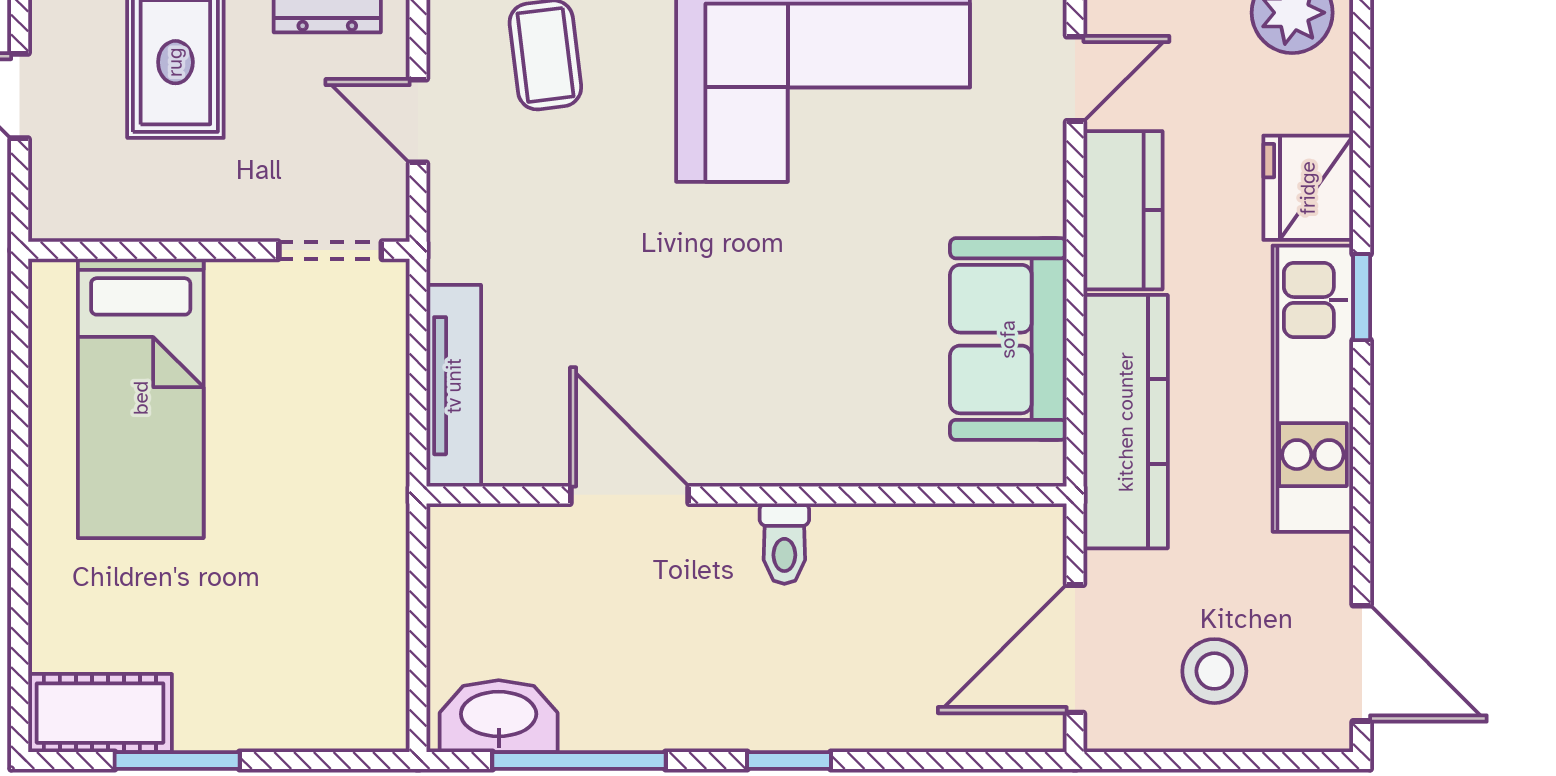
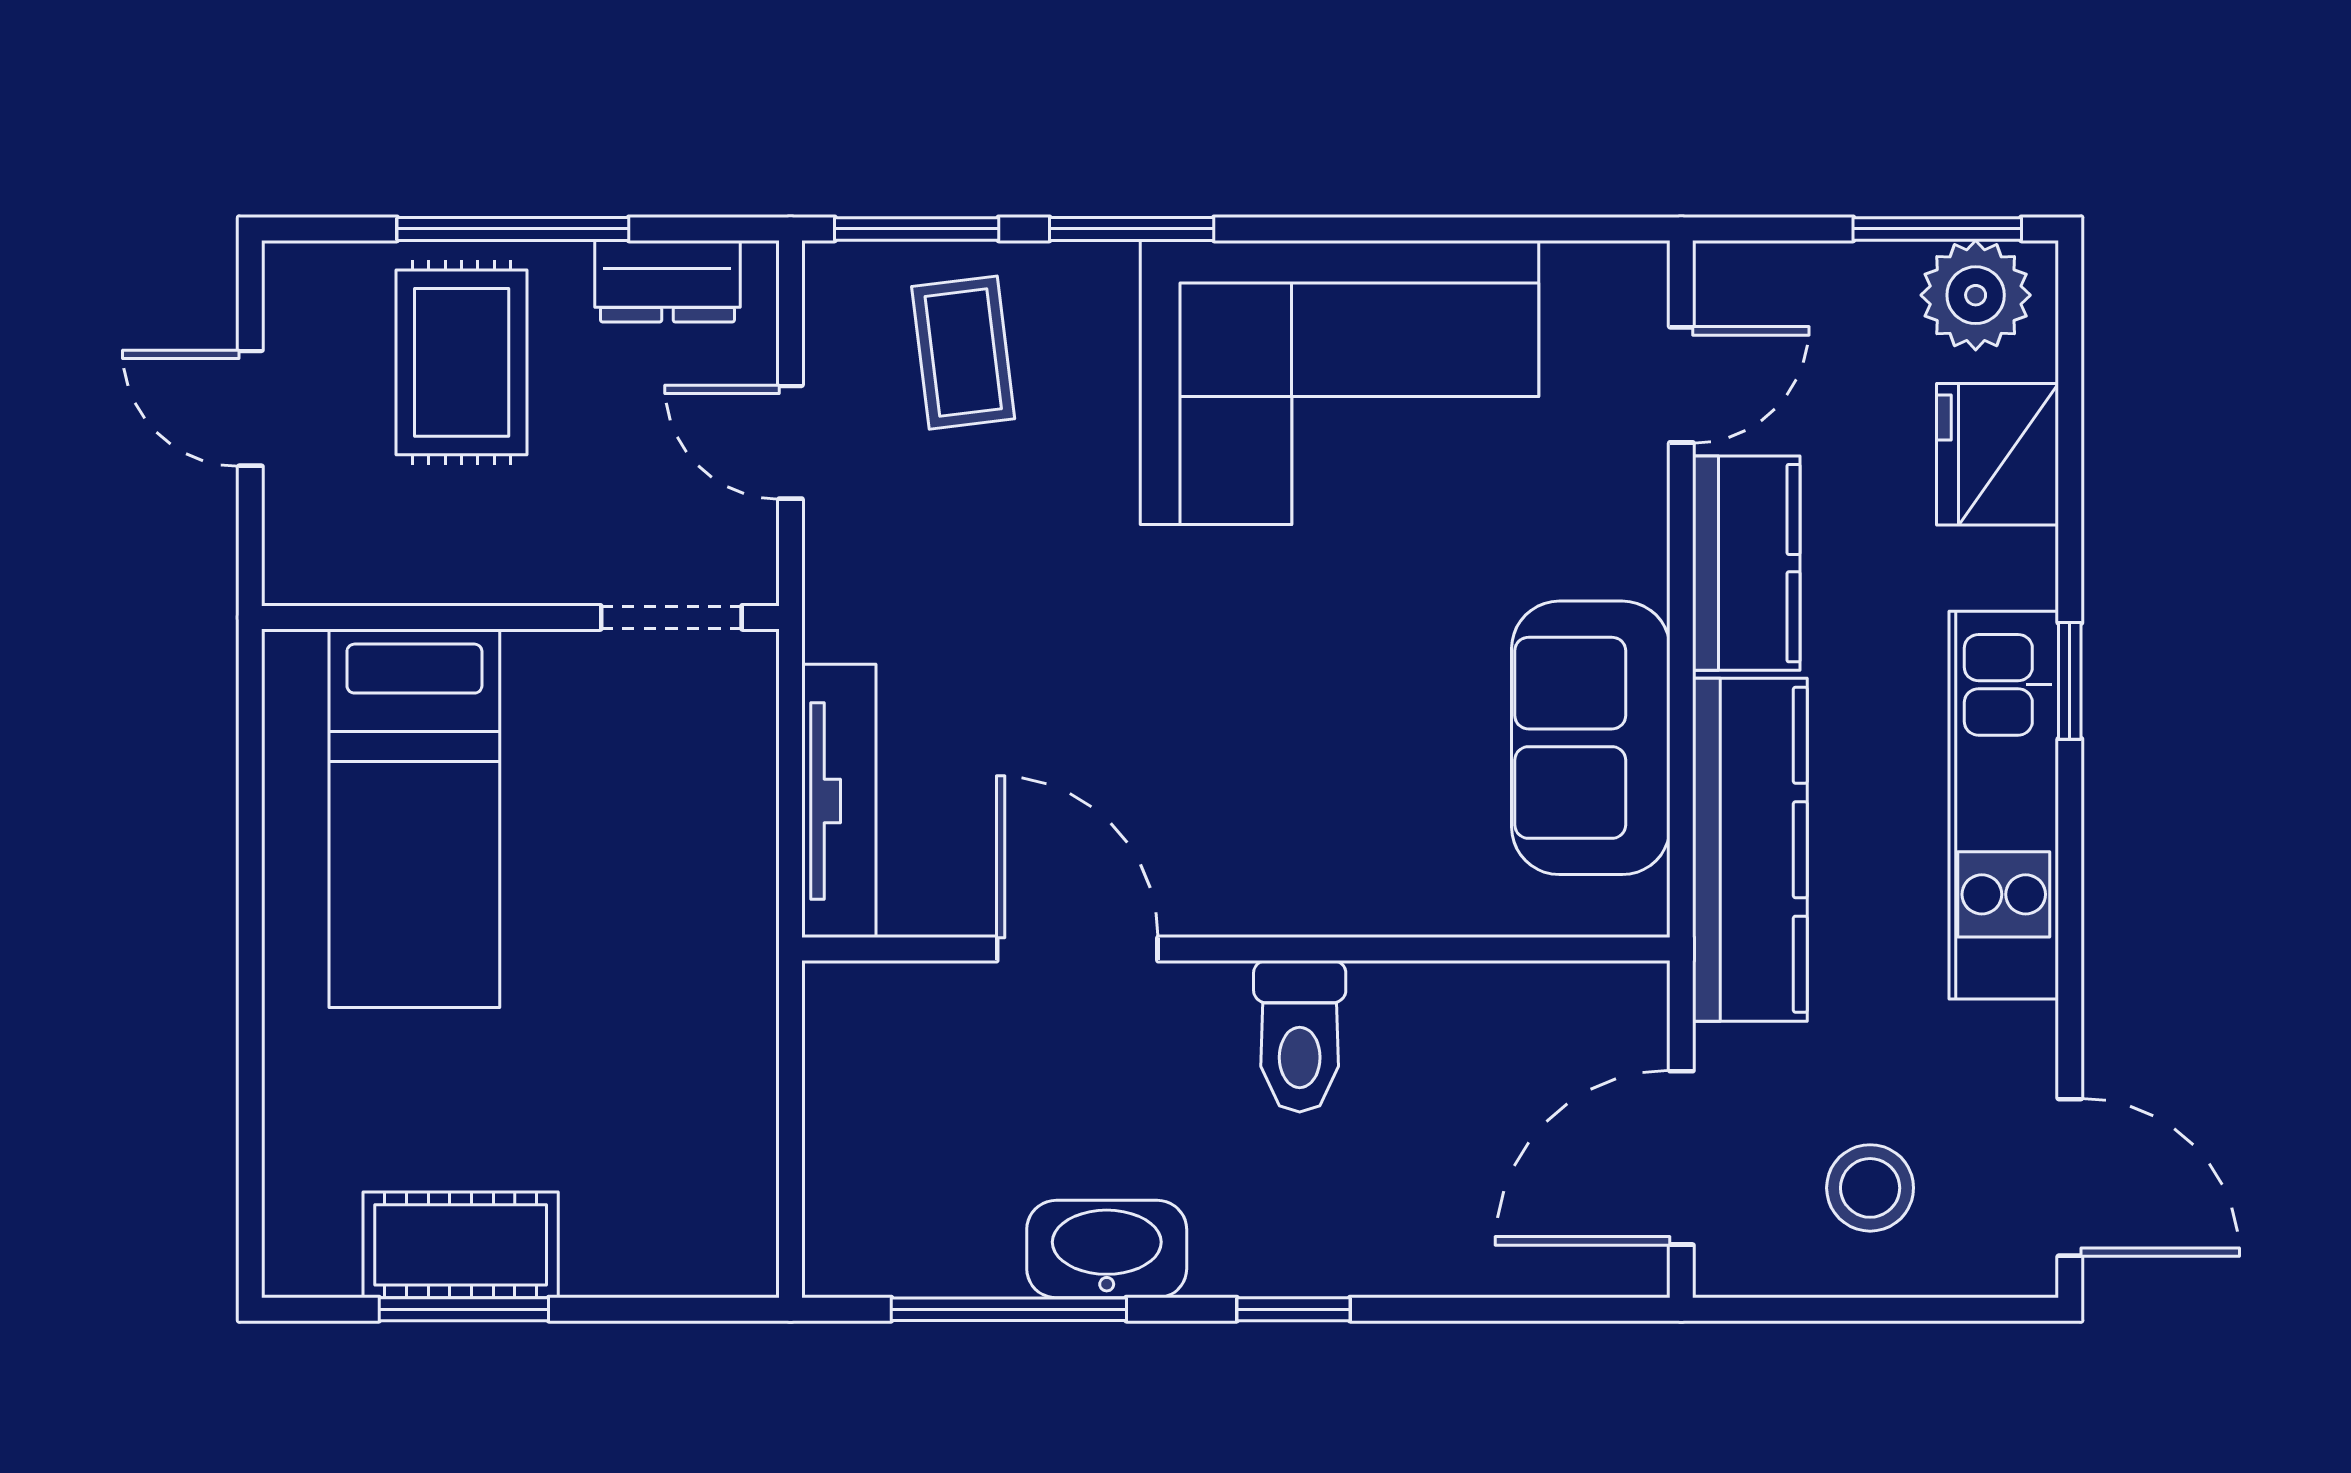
fridge: (1308, 188) -> (1998, 454), moved
toilet: (784, 544) -> (1300, 1036), width x1.37, depth x1.39
cot: (100, 713) -> (461, 1245), moved
washbasin: (499, 716) -> (1107, 1249), moved

